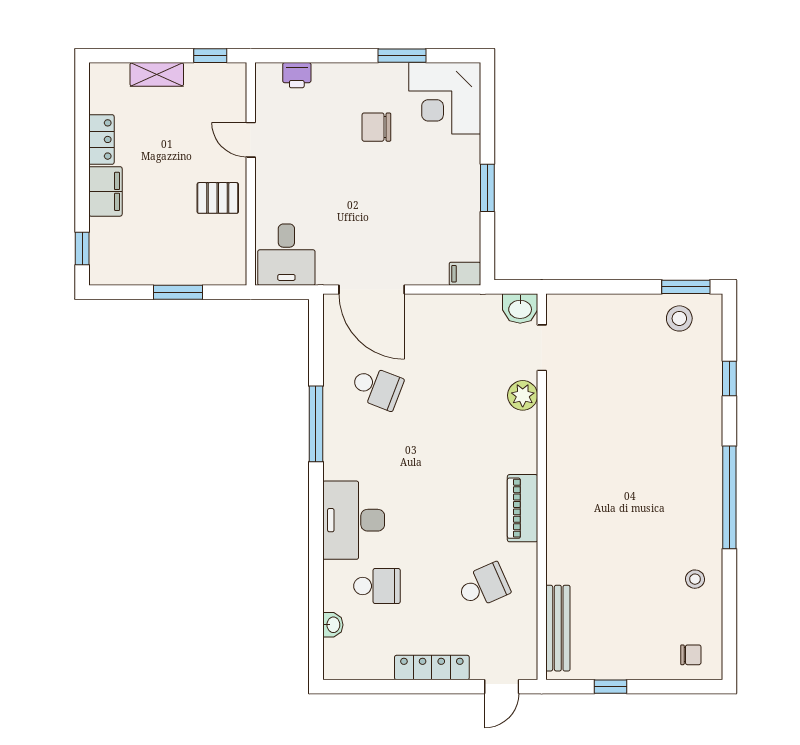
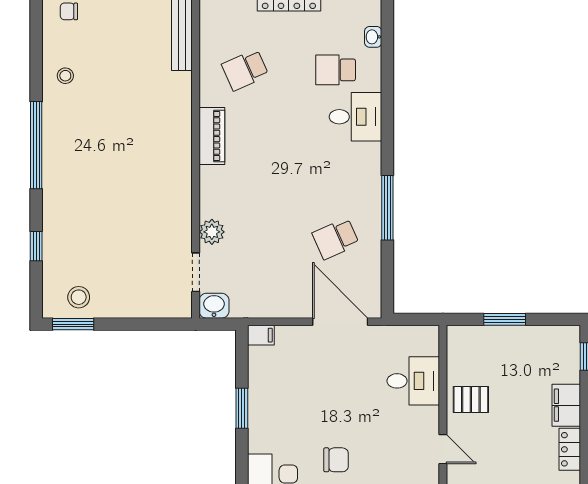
desk: (286, 255) -> (413, 381), moved, turned 90
school desk: (377, 387) -> (336, 239), turned -45
desk: (354, 520) -> (355, 117), width x0.73

